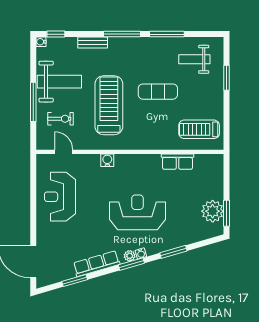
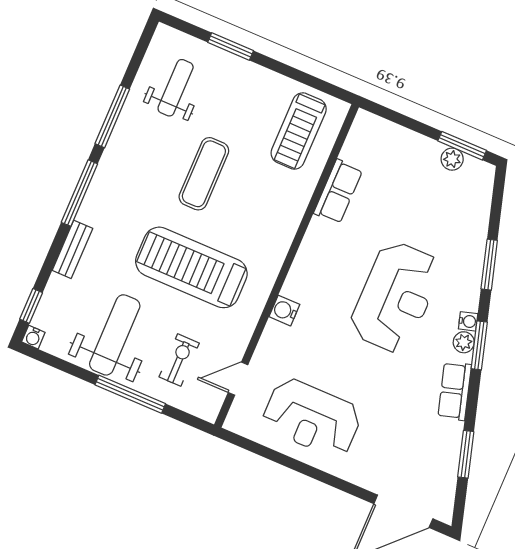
weight bench: (194, 59) -> (176, 88), turned 180
plant: (213, 211) -> (452, 159), width x0.53, depth x0.53
reception desk: (137, 212) -> (395, 297), turned 180
row of seats: (97, 264) -> (455, 391), width x0.68

